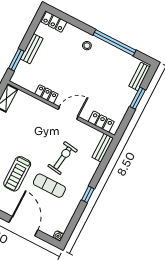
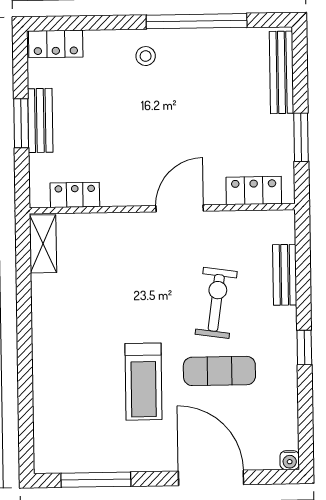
window: (16, 60) -> (21, 123), moved
bench: (139, 76) -> (282, 72), width x1.36
locker: (46, 94) -> (75, 195), moved
window: (138, 98) -> (301, 137), moved
bench: (103, 148) -> (285, 275), moved

